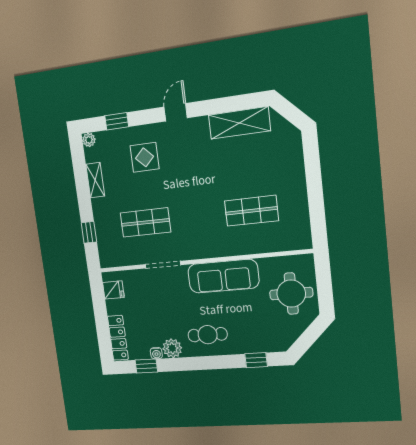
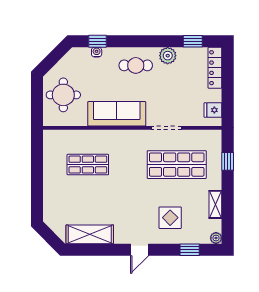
shop shelf: (145, 222) -> (177, 165), width x1.43, depth x1.36
water cooler: (156, 353) -> (97, 52), moved

